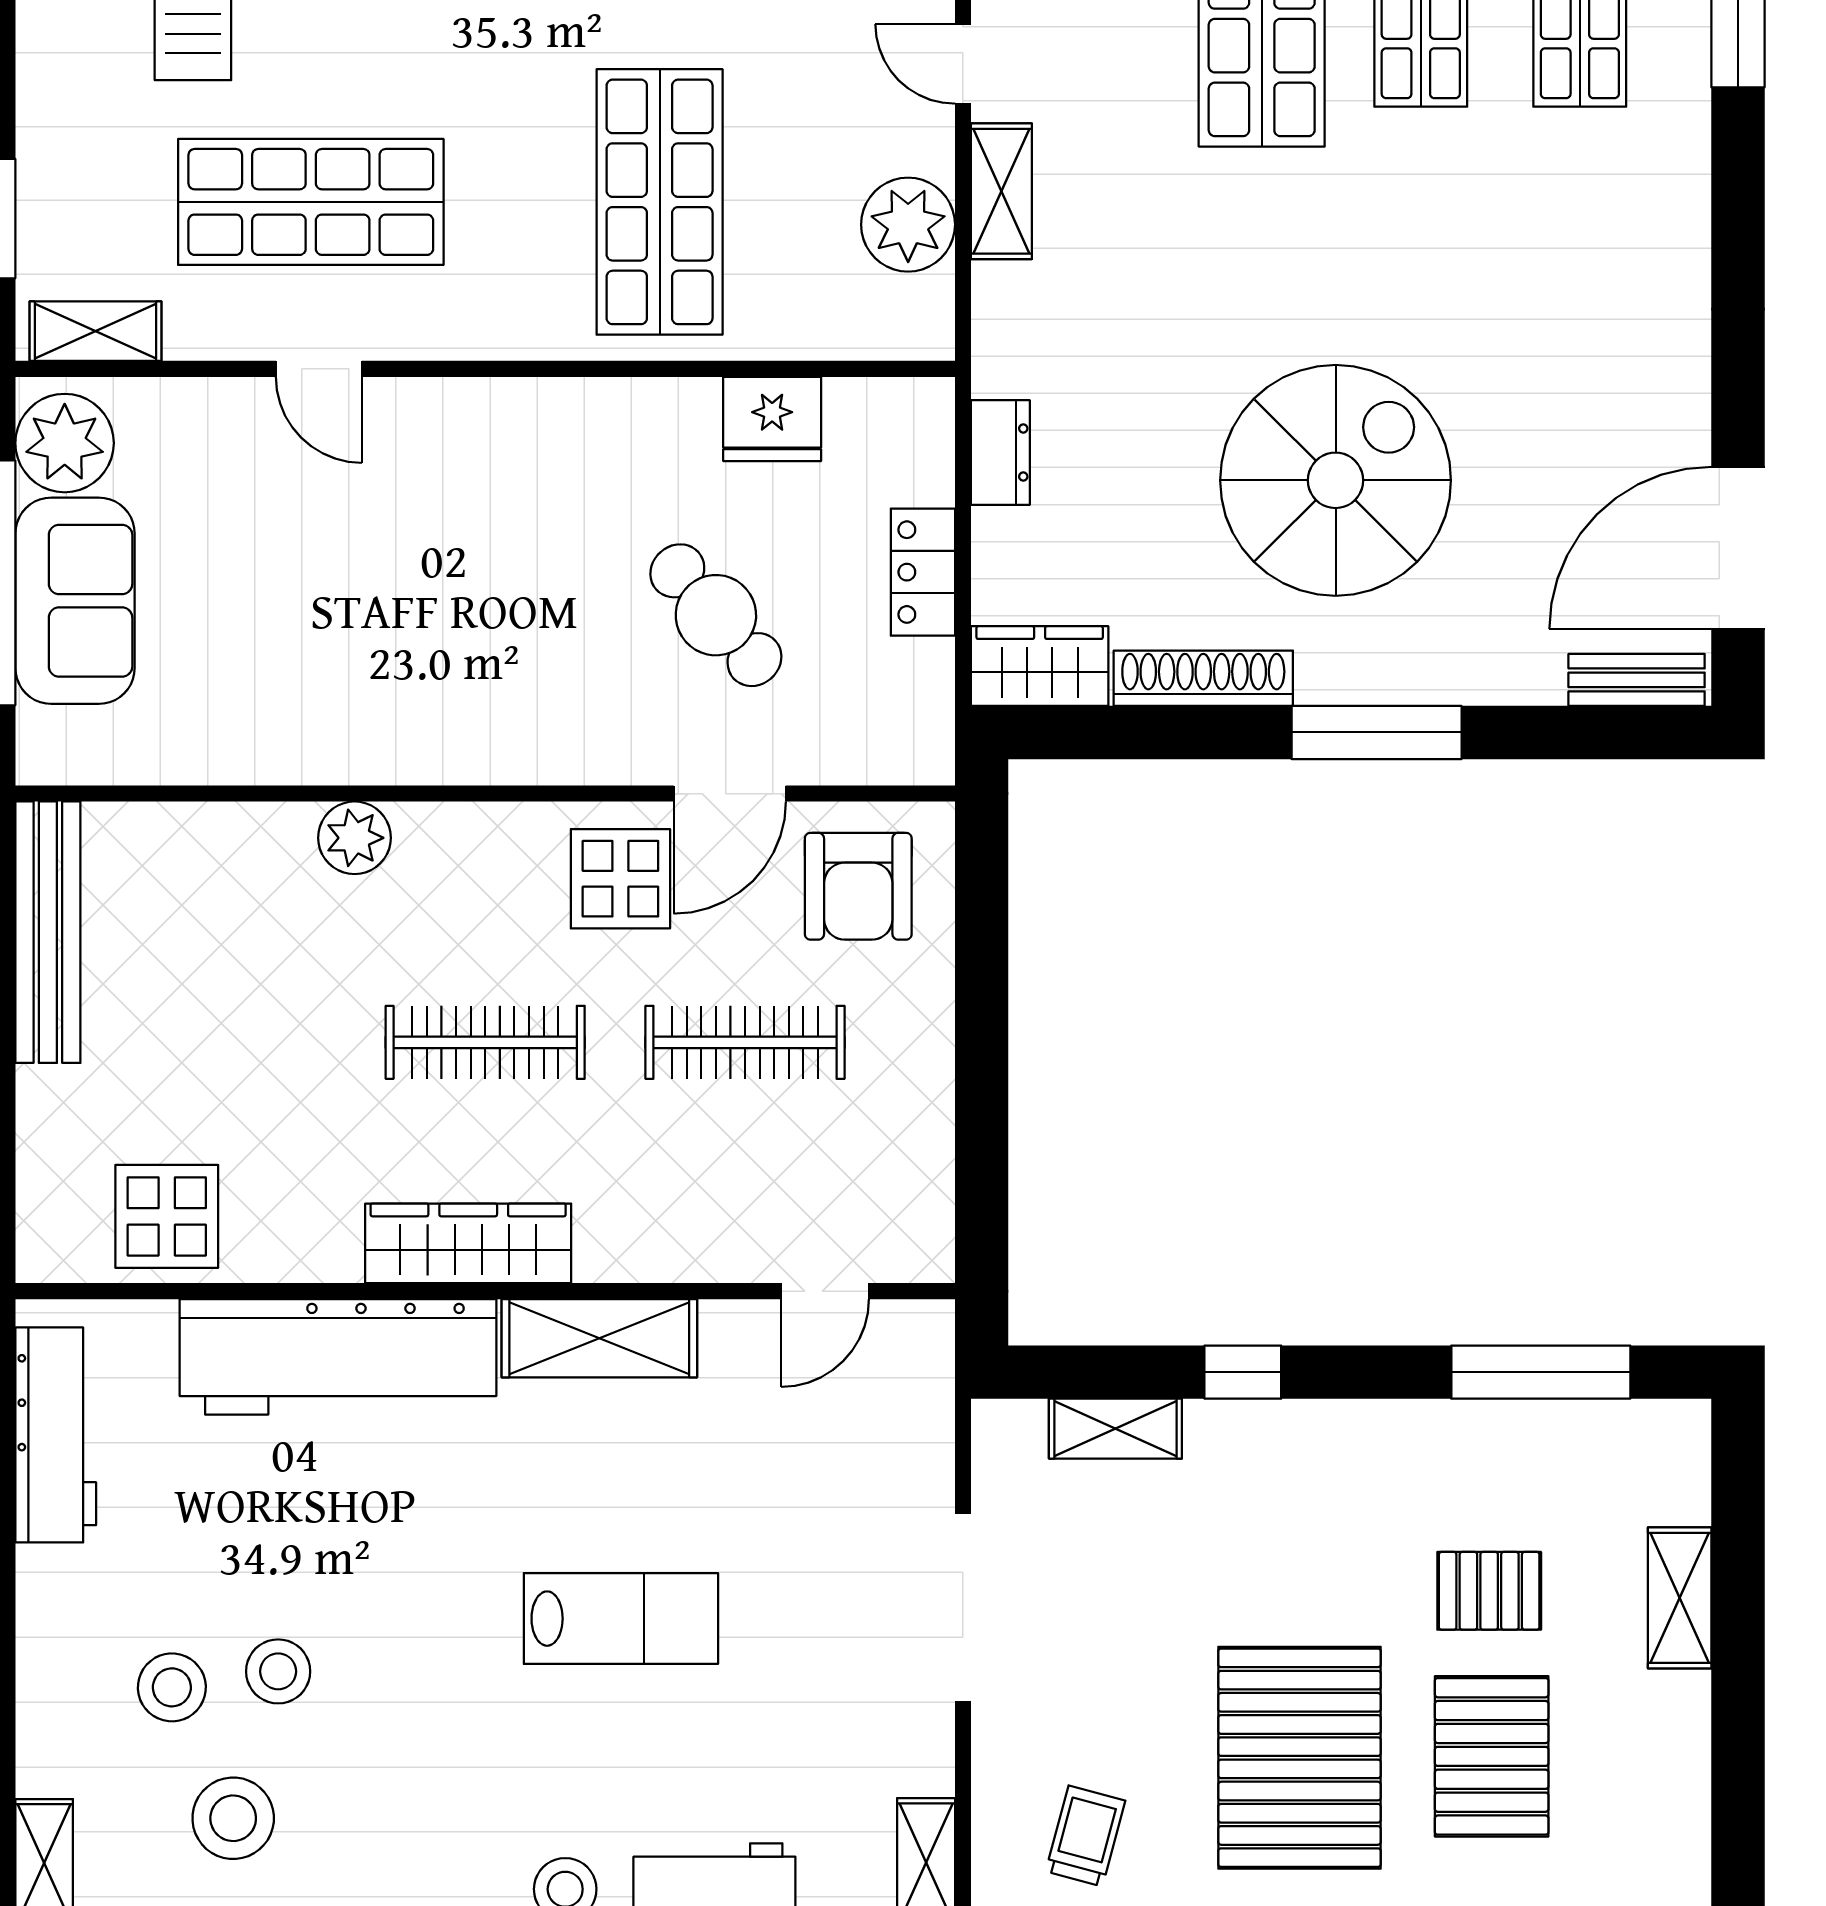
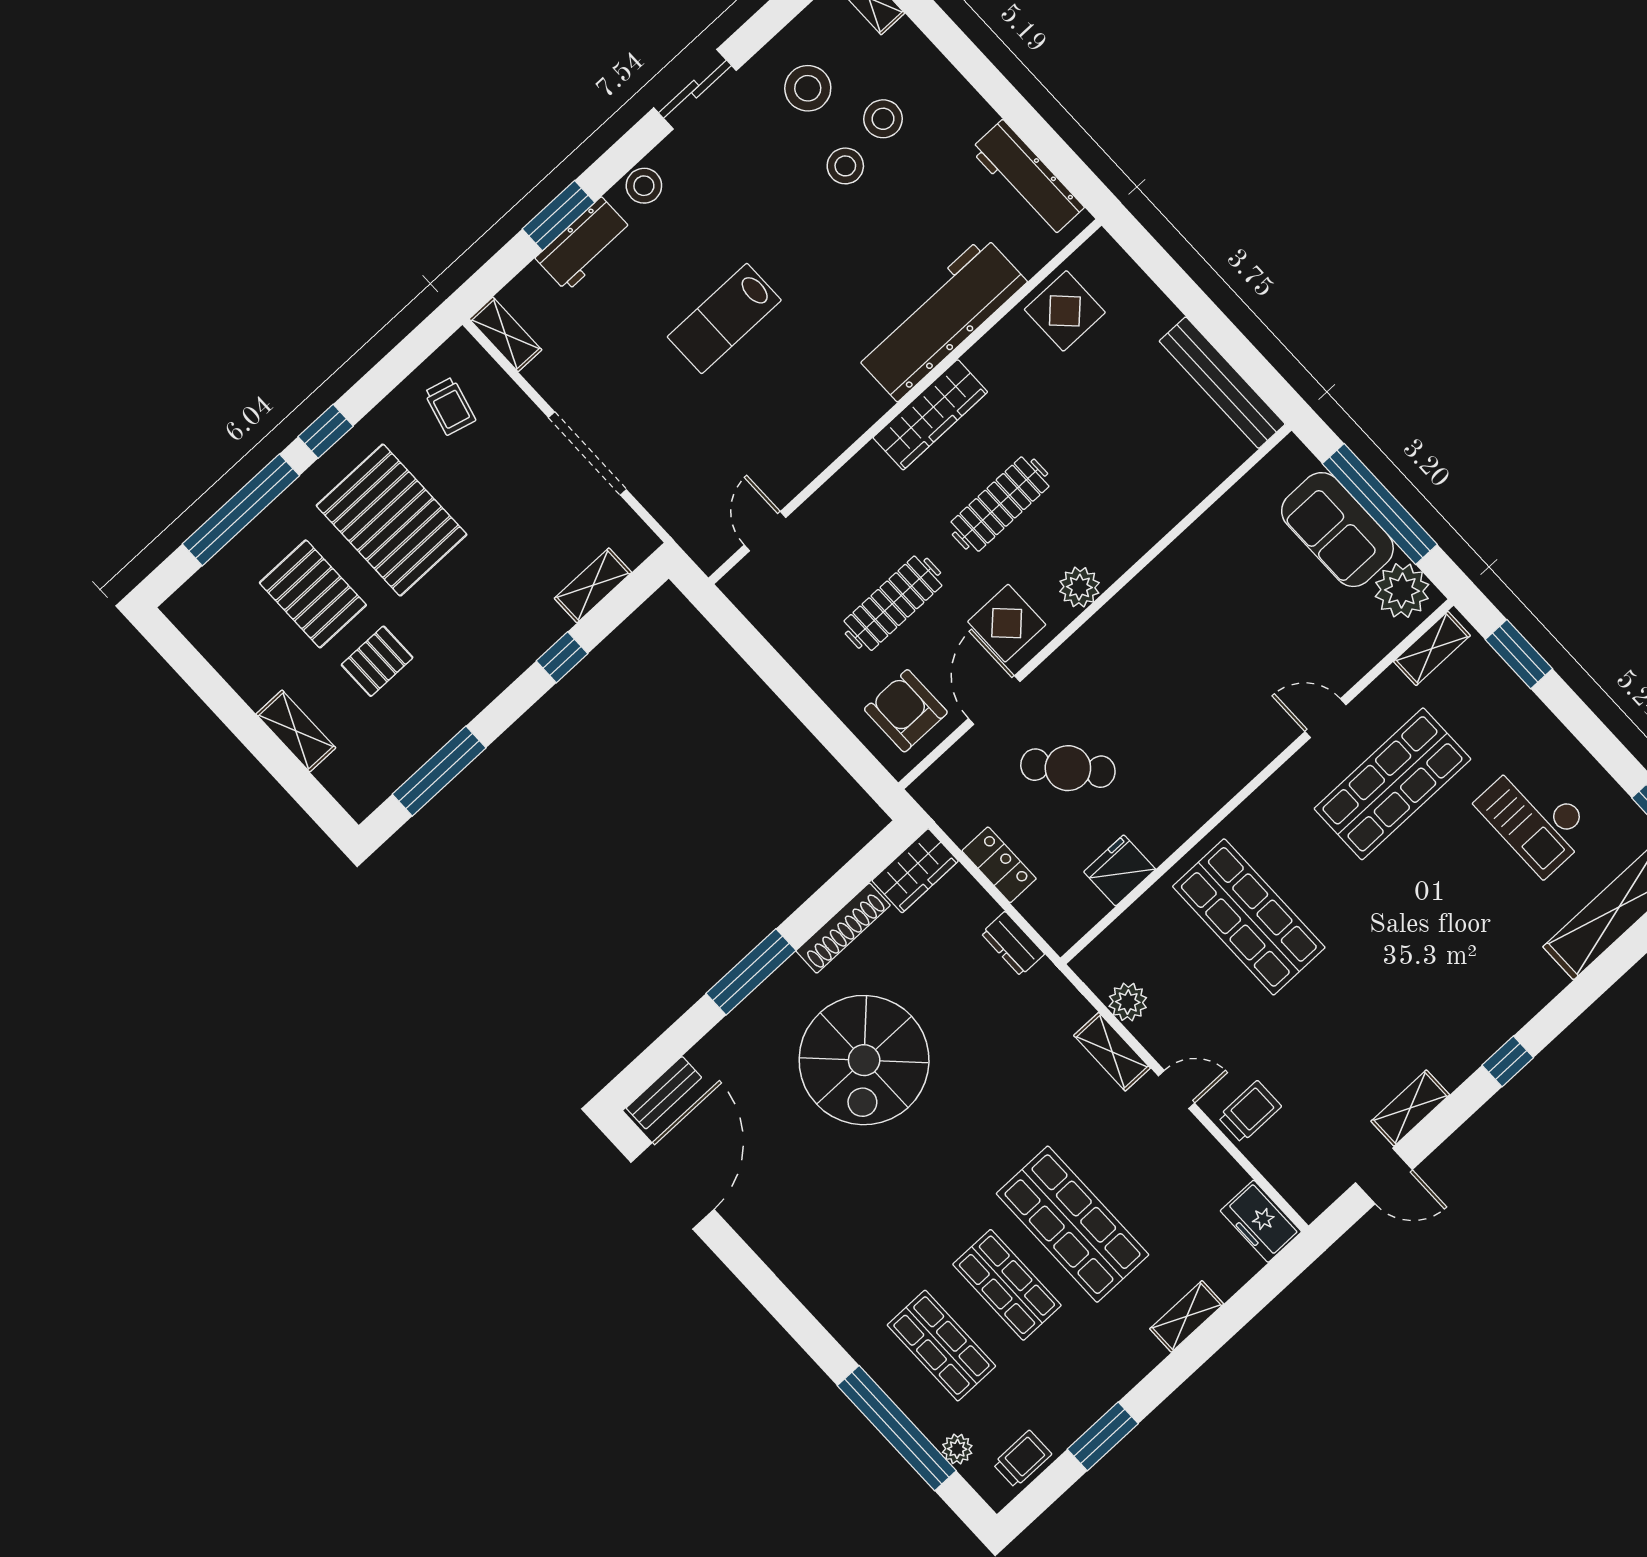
plant: (908, 225) -> (1128, 1002), width x0.73, depth x0.73
plant: (355, 838) -> (1079, 587), moved
shelving: (599, 1338) -> (840, 426), removed

